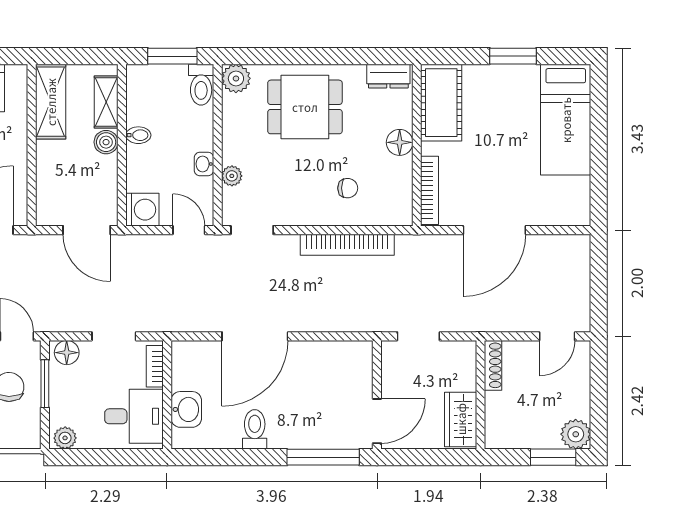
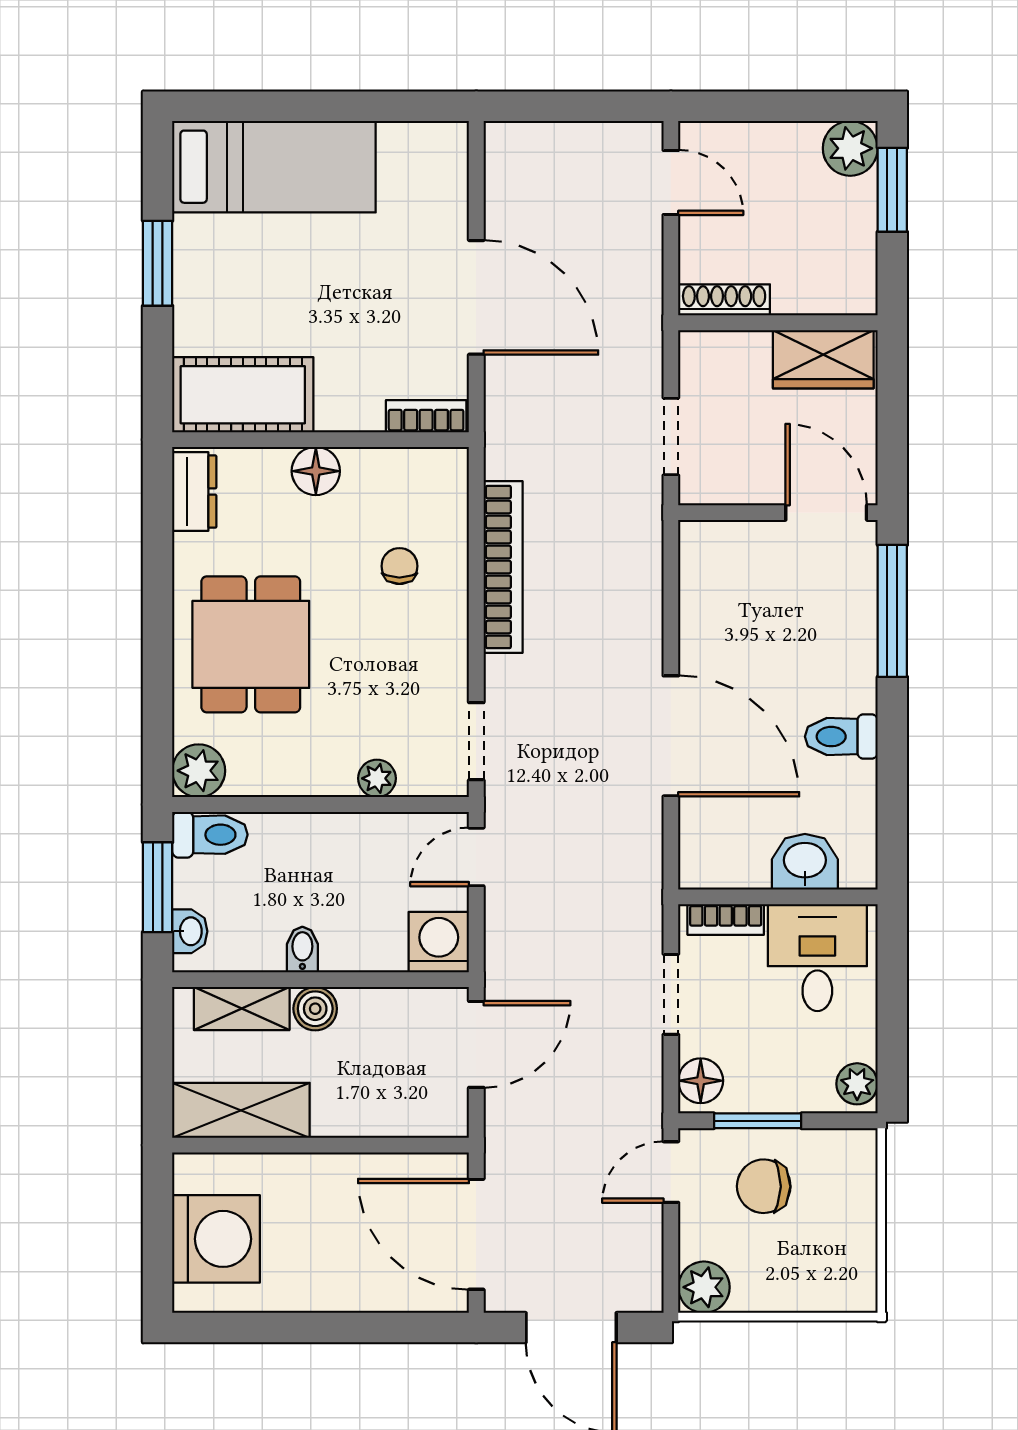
washbasin: (204, 164) -> (190, 931), moved, turned -90
bookcase: (430, 190) -> (426, 416), width x0.64

